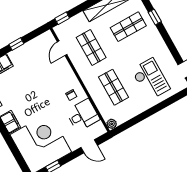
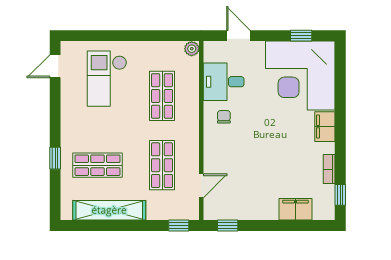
window: (16, 44) -> (228, 225), moved

